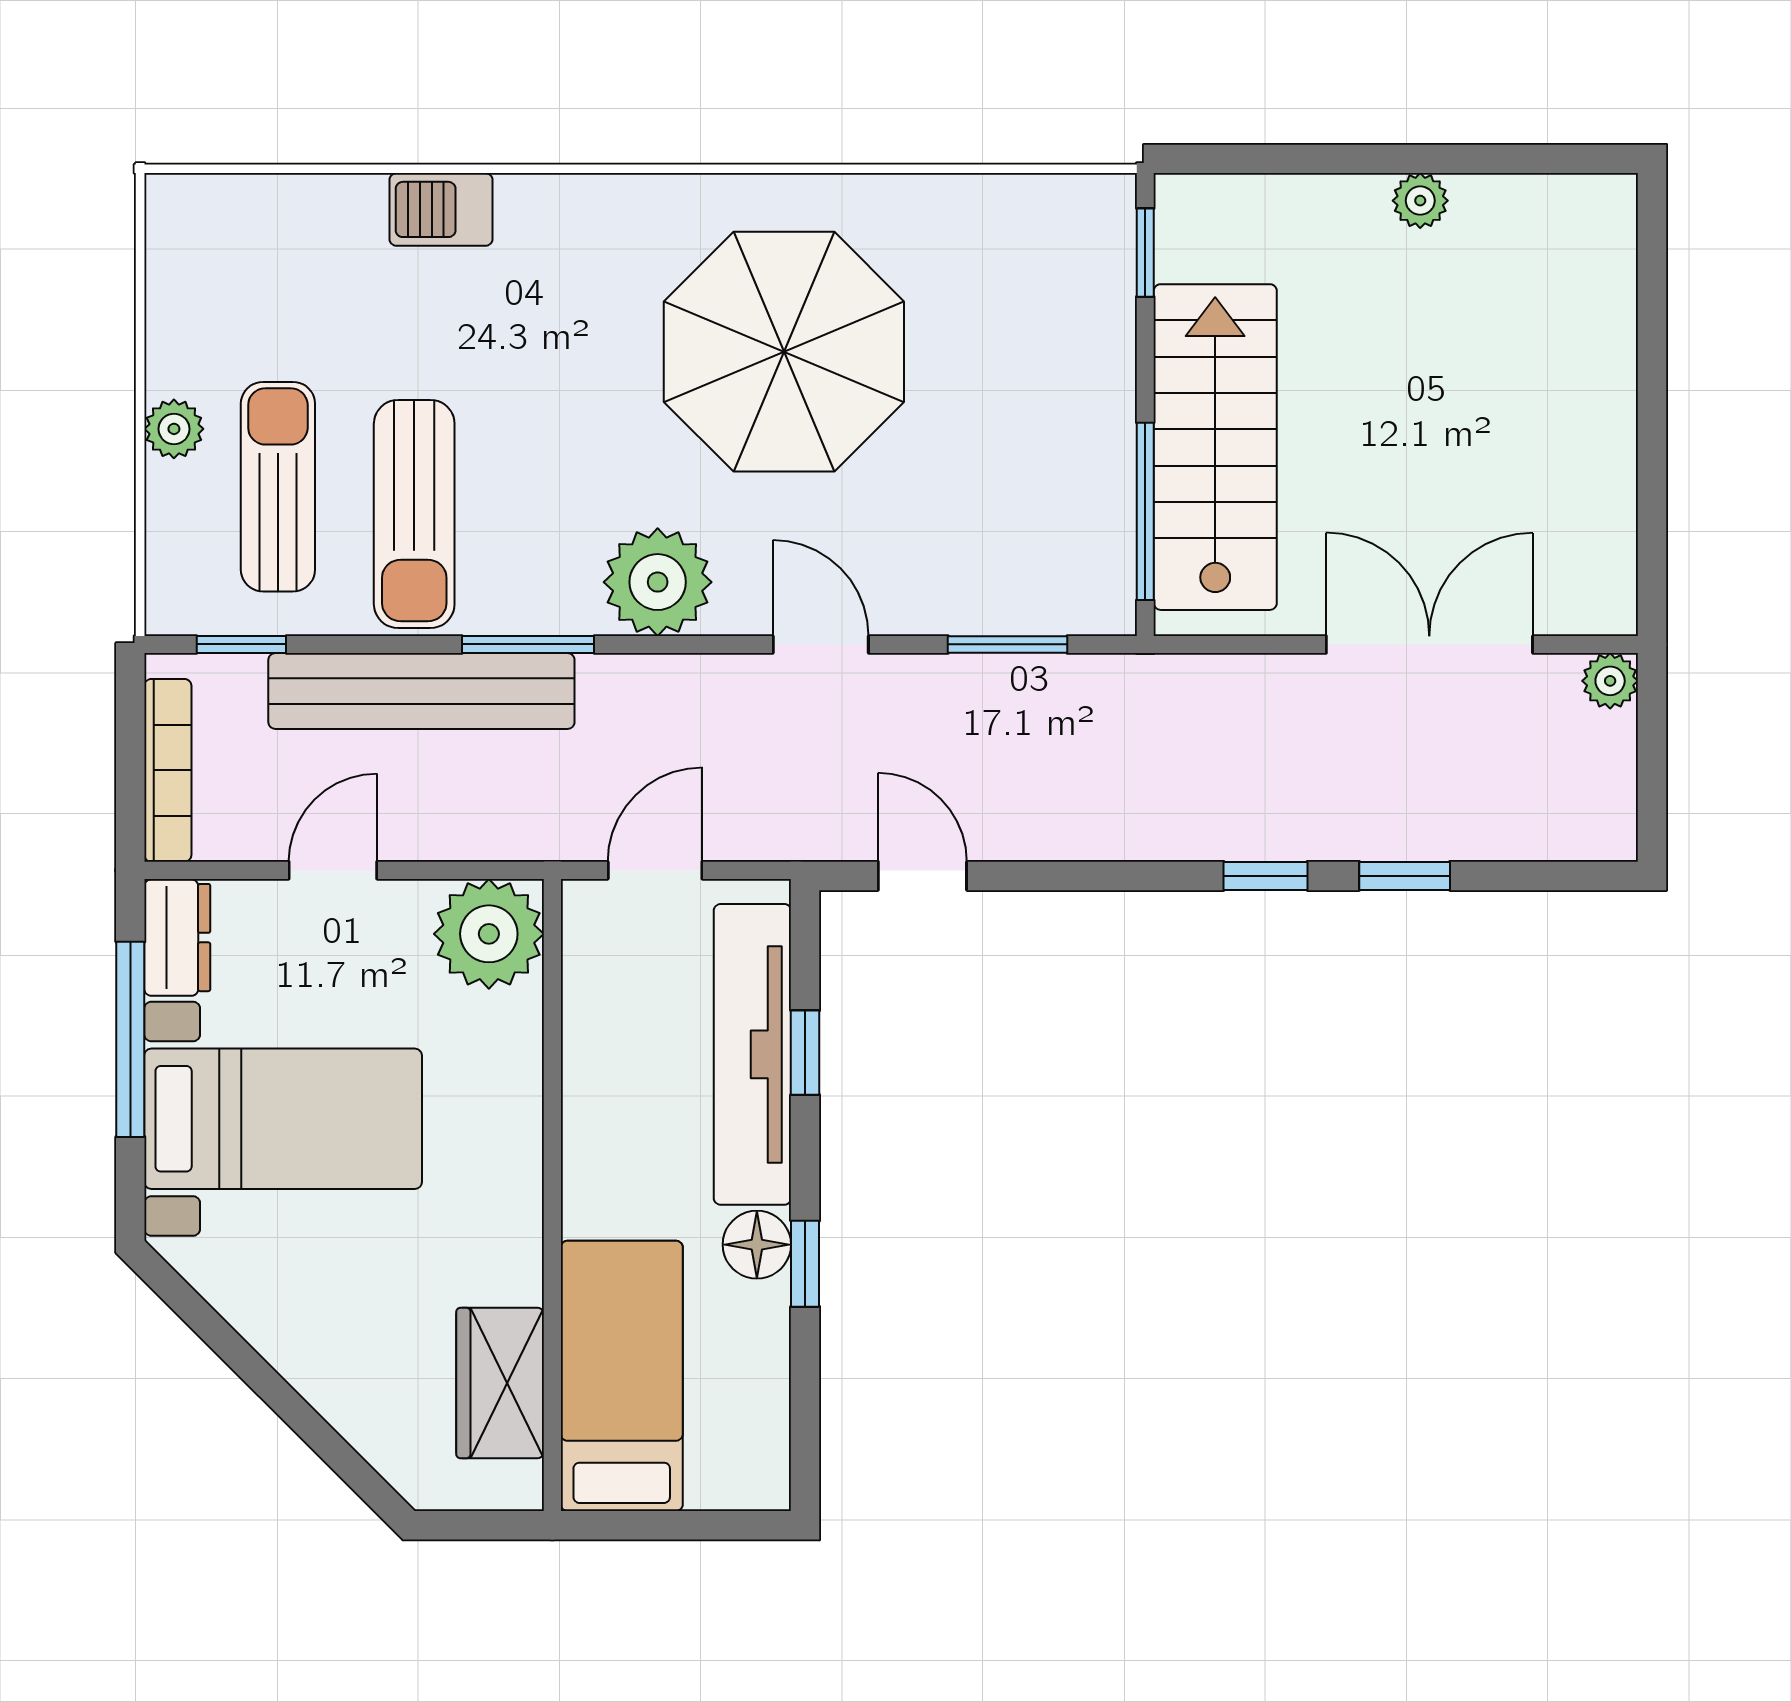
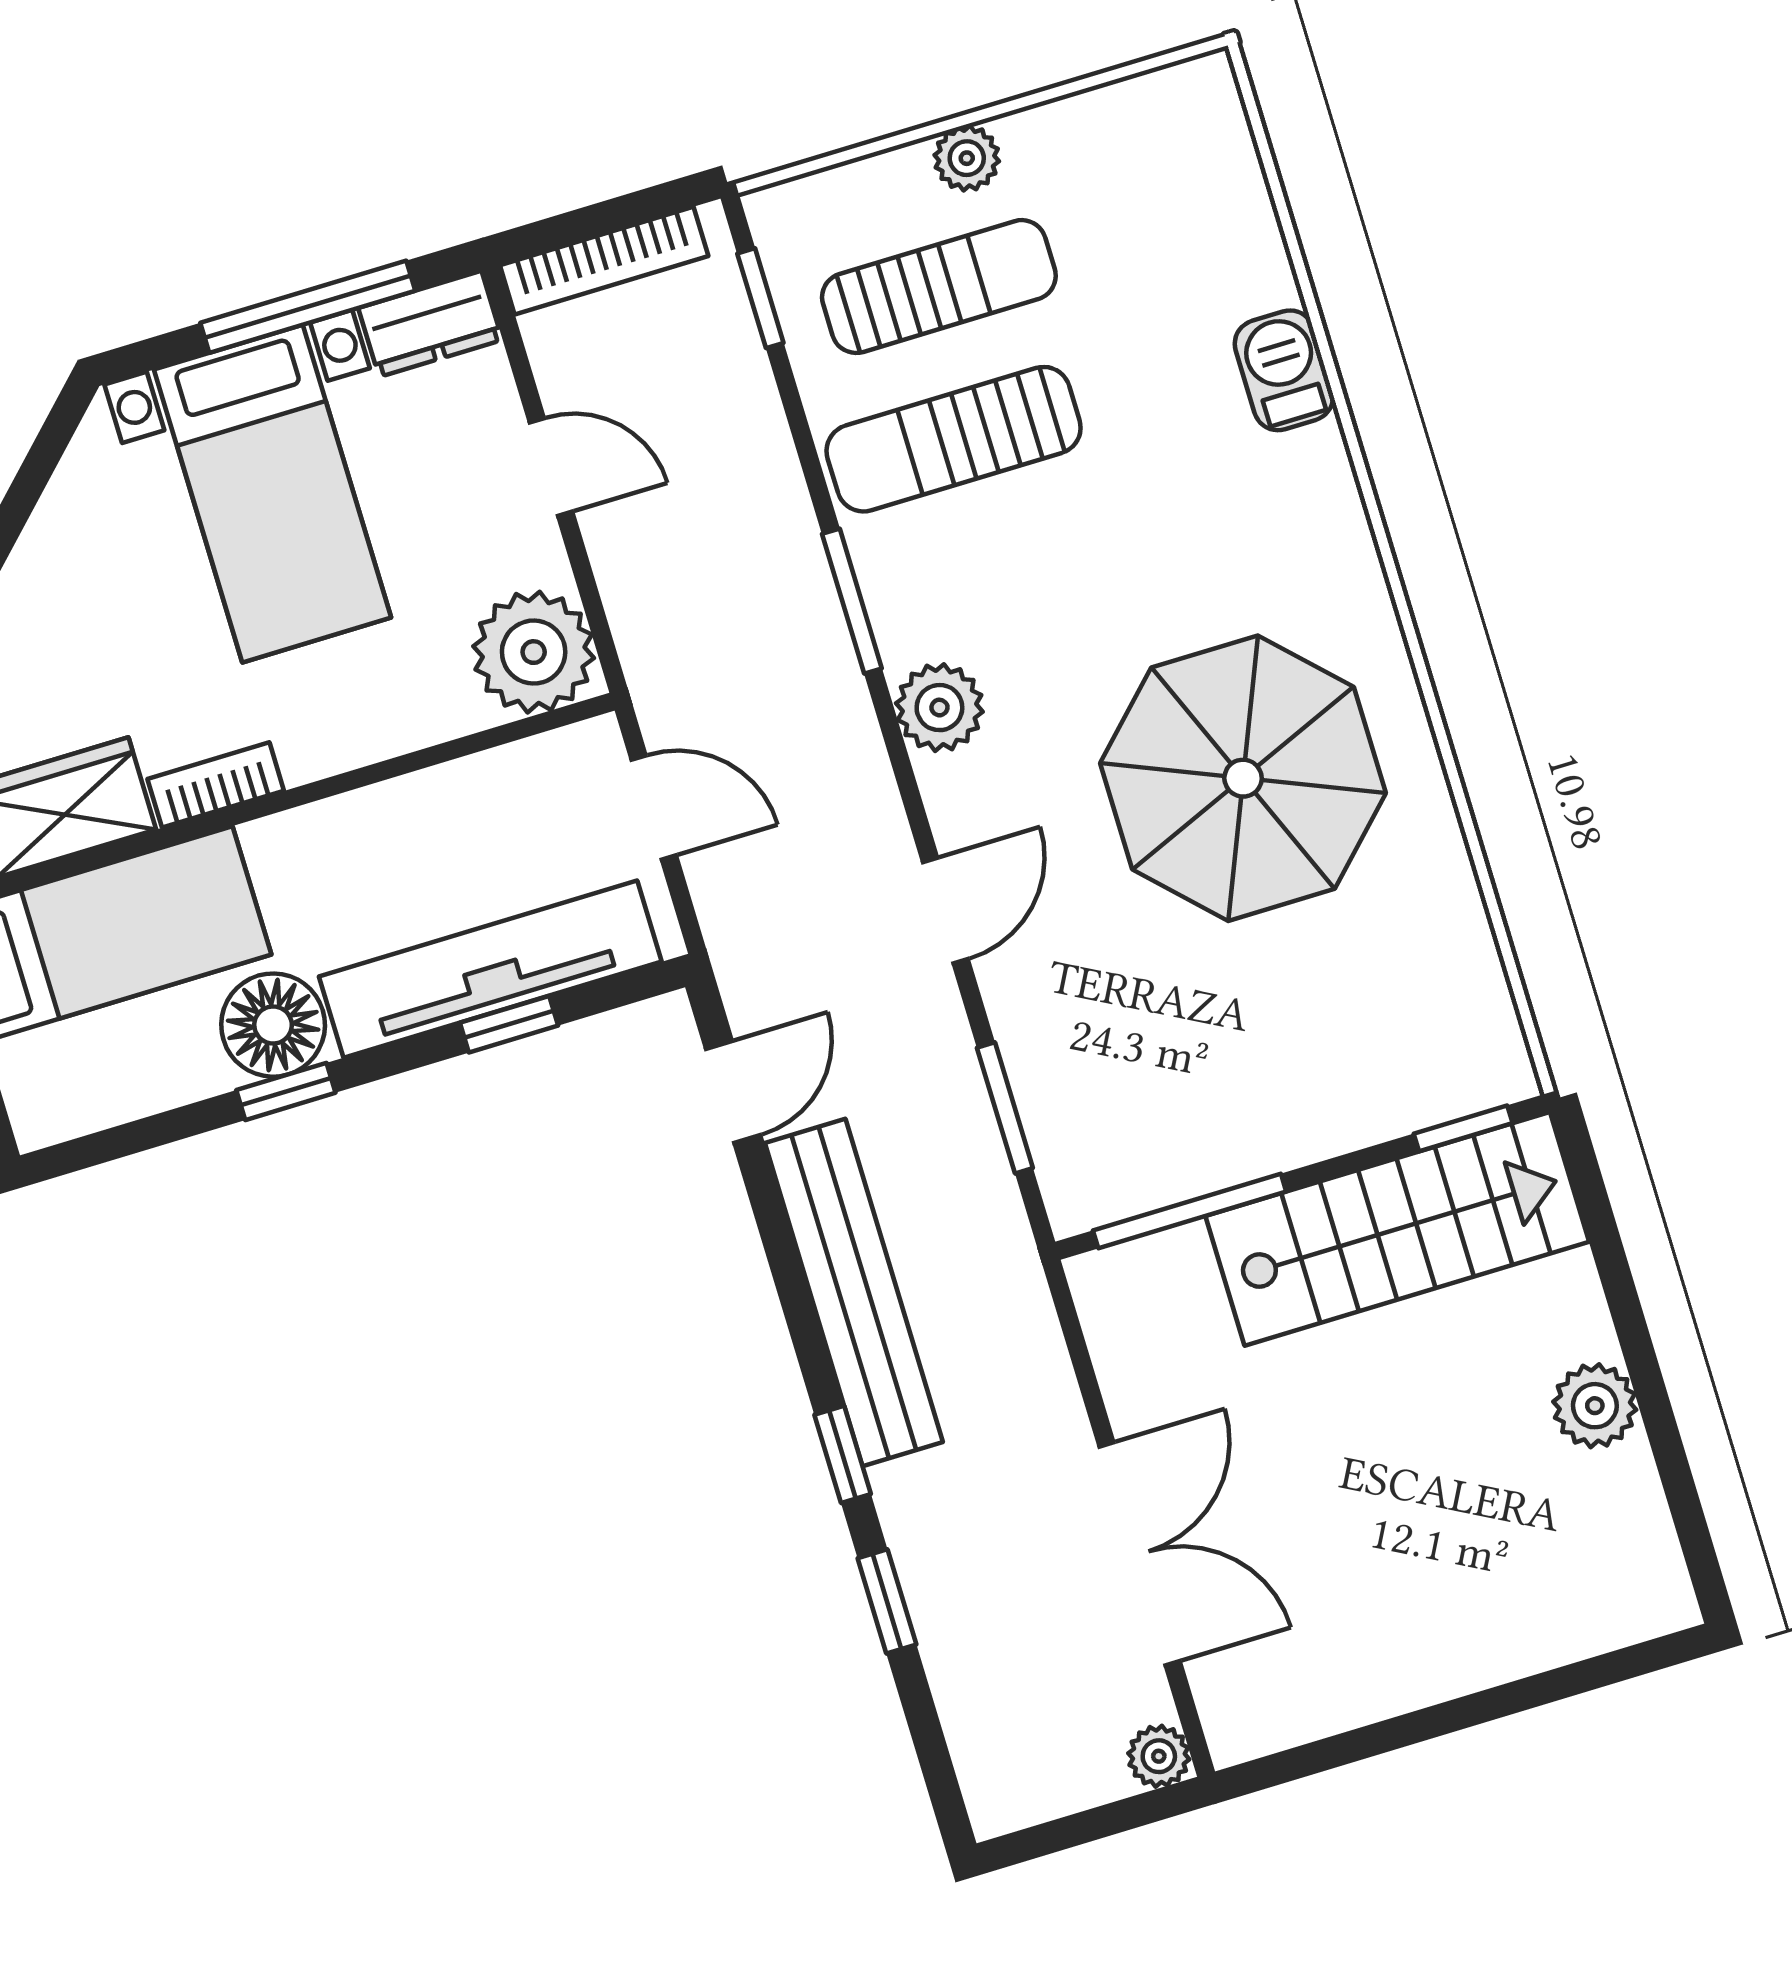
plant: (1420, 201) -> (1595, 1406), width x1.38, depth x1.38
stairs: (1215, 447) -> (1397, 1229), moved
plant: (658, 582) -> (939, 708), width x0.73, depth x0.73
bench: (421, 691) -> (854, 1292), moved
bookcase: (521, 1244) -> (216, 785), added
floor lamp: (757, 1245) -> (273, 1025), width x1.38, depth x1.38

